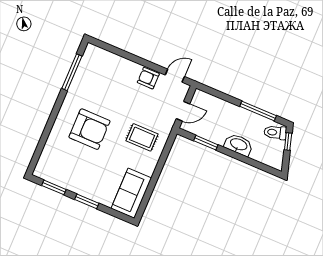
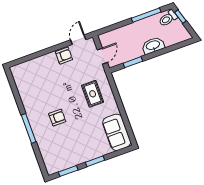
window: (72, 72) -> (29, 128), moved
armchair: (148, 78) -> (64, 56), turned 180
armchair: (89, 129) -> (57, 118), width x0.53, depth x0.53
rug: (142, 137) -> (93, 94), turned 90

